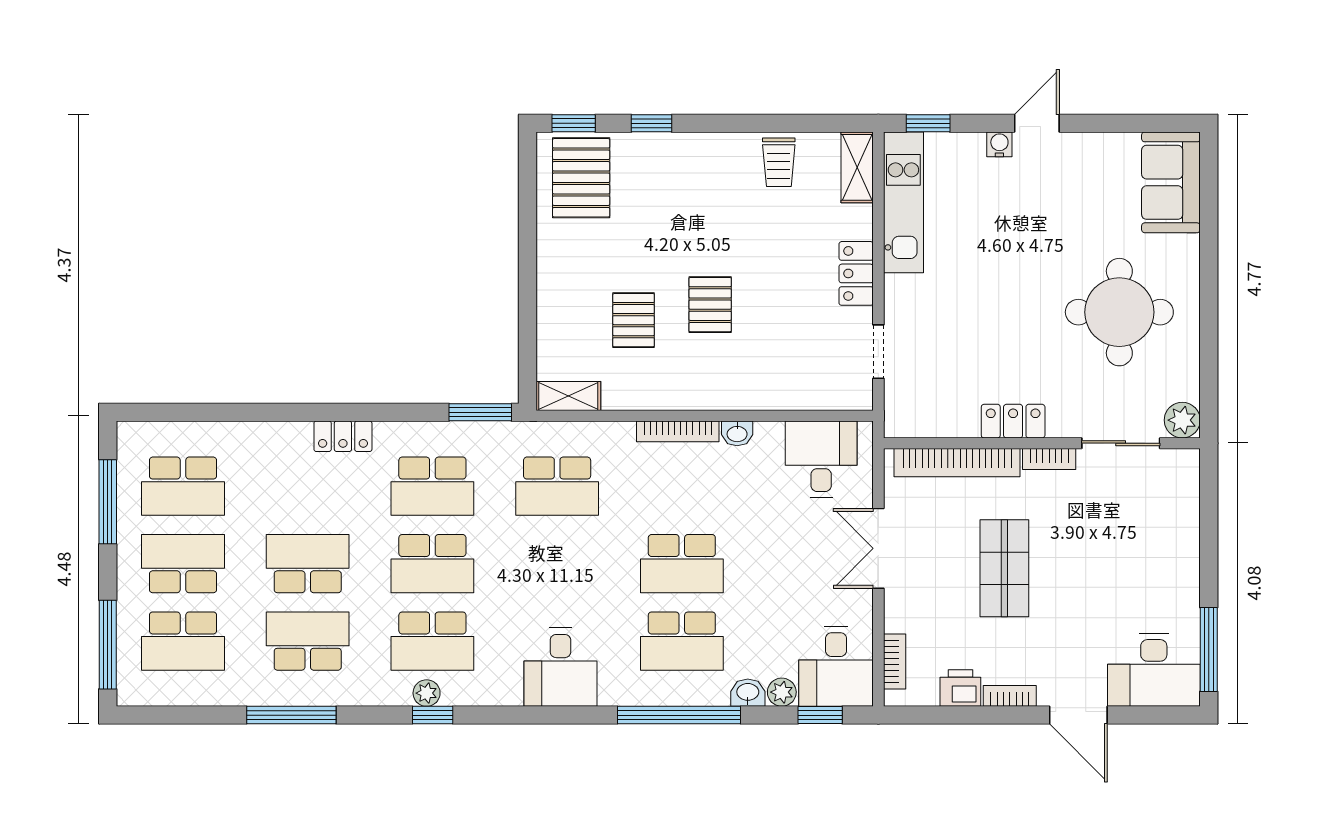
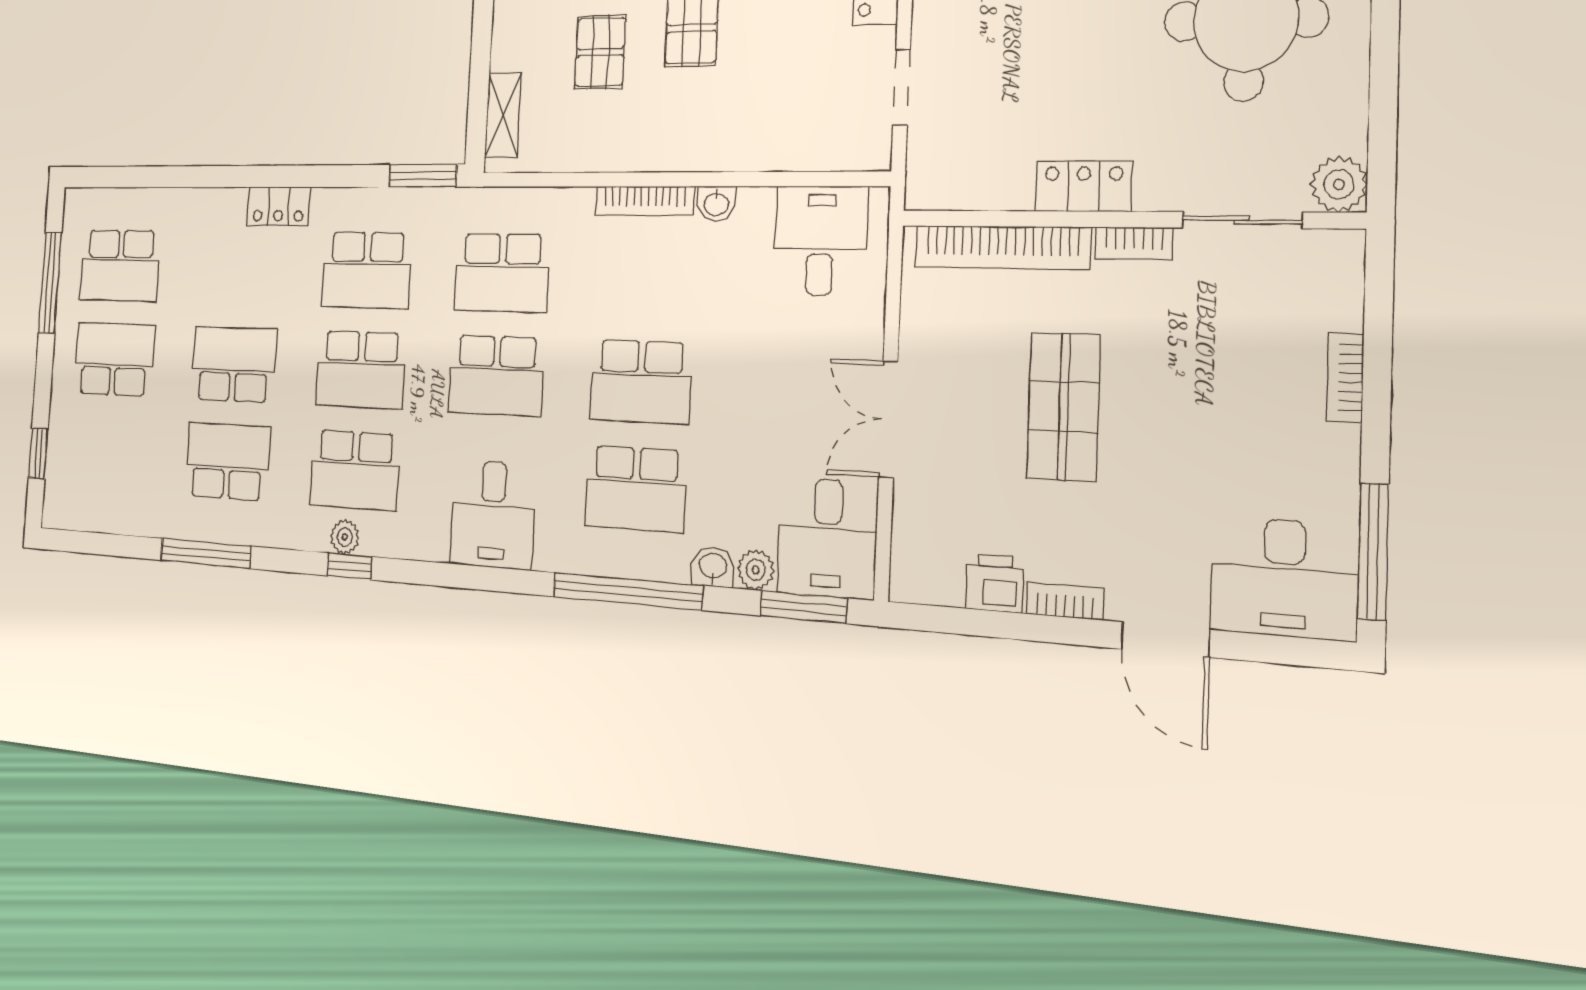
shelving: (568, 396) -> (503, 115), moved, turned 90
double door: (878, 548) -> (888, 419), moved
school desk: (183, 641) -> (496, 375), moved
window: (108, 645) -> (38, 453), width x0.46
bookcase: (895, 662) -> (1345, 378), moved, turned 180
window: (820, 715) -> (804, 607), width x1.50

